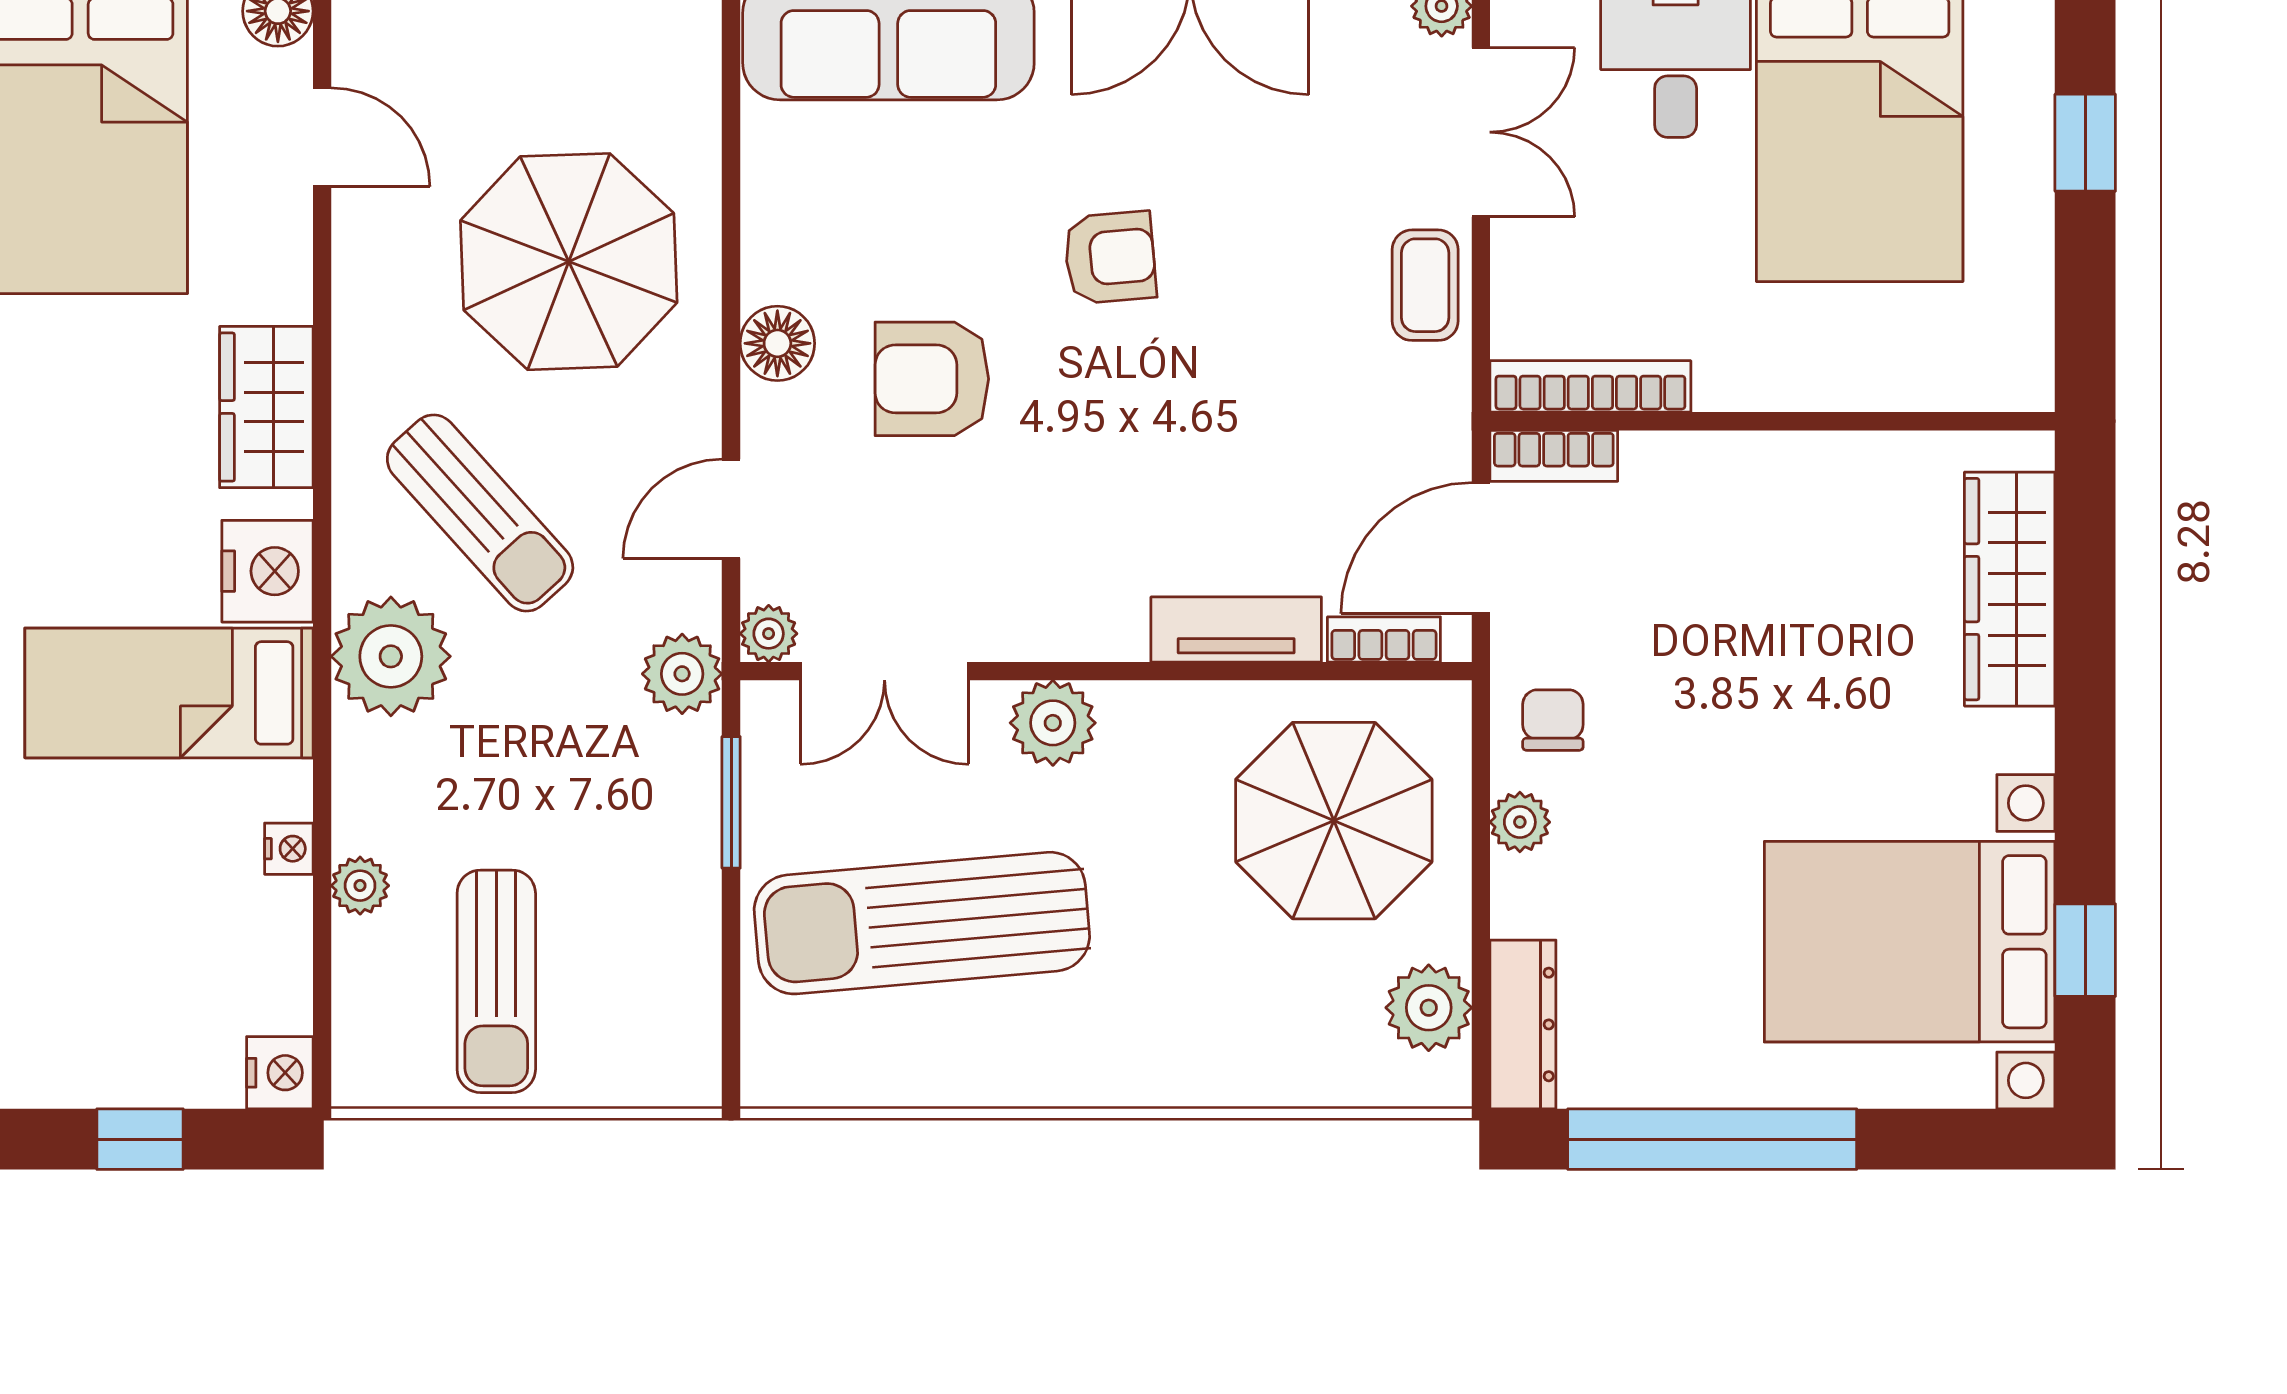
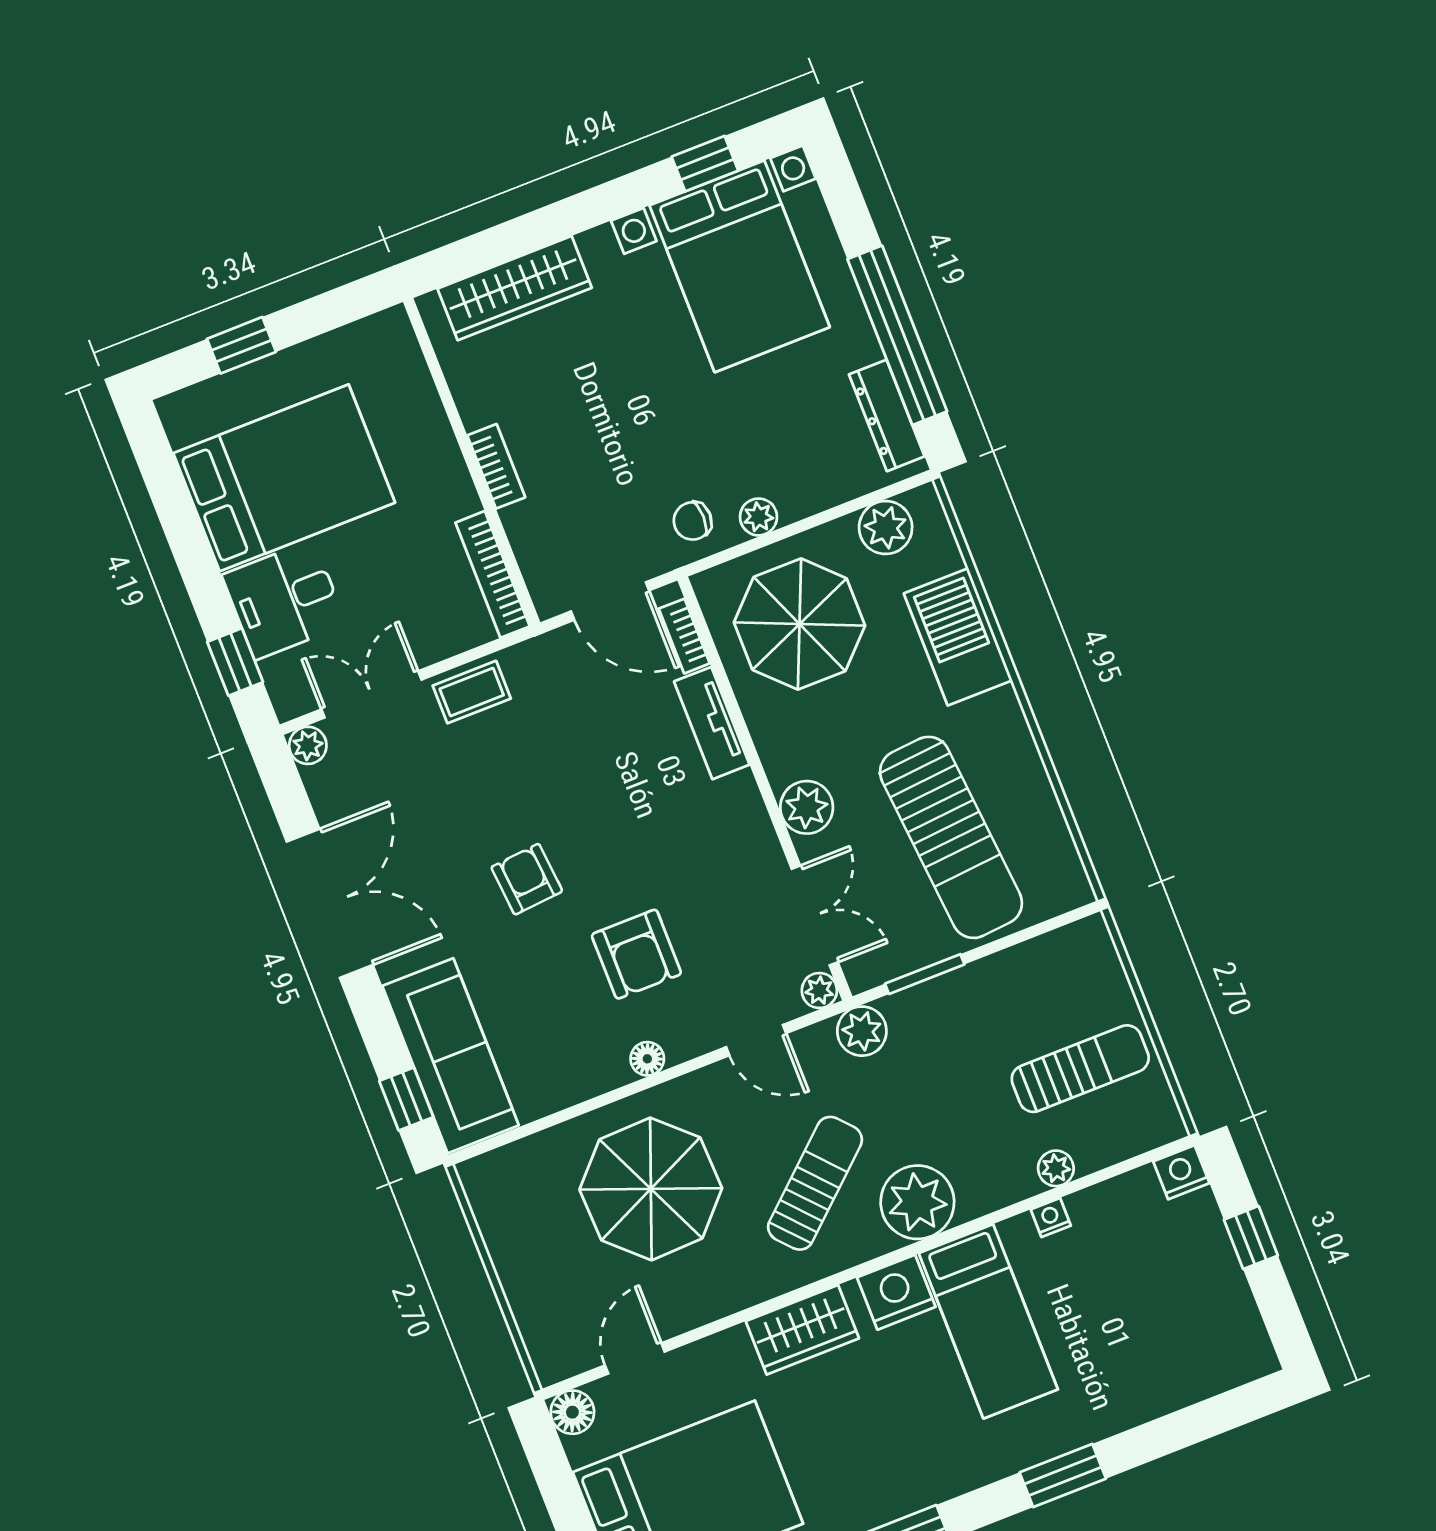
floor lamp: (777, 343) -> (647, 1059), width x0.73, depth x0.73
bookcase: (1554, 456) -> (496, 466), moved
dresser: (1523, 1024) -> (887, 415), moved, turned -90
barbecue: (1221, 1052) -> (958, 637), added

